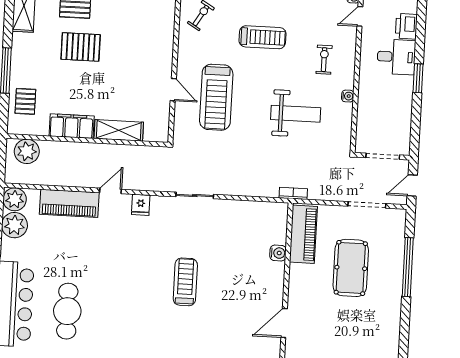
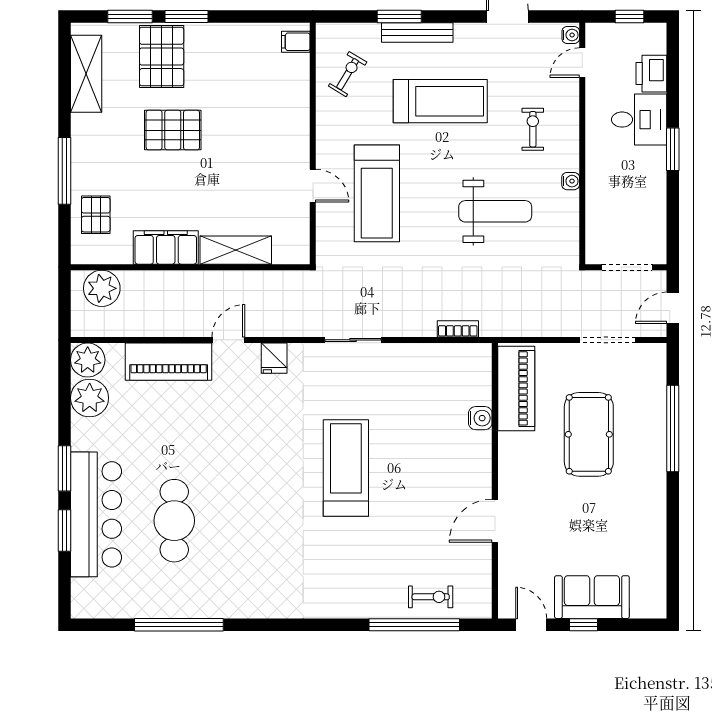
treadmill: (263, 37) -> (440, 101), width x1.37, depth x1.38
bookcase: (293, 193) -> (458, 329), moved
treadmill: (185, 282) -> (346, 468), width x1.37, depth x1.38

